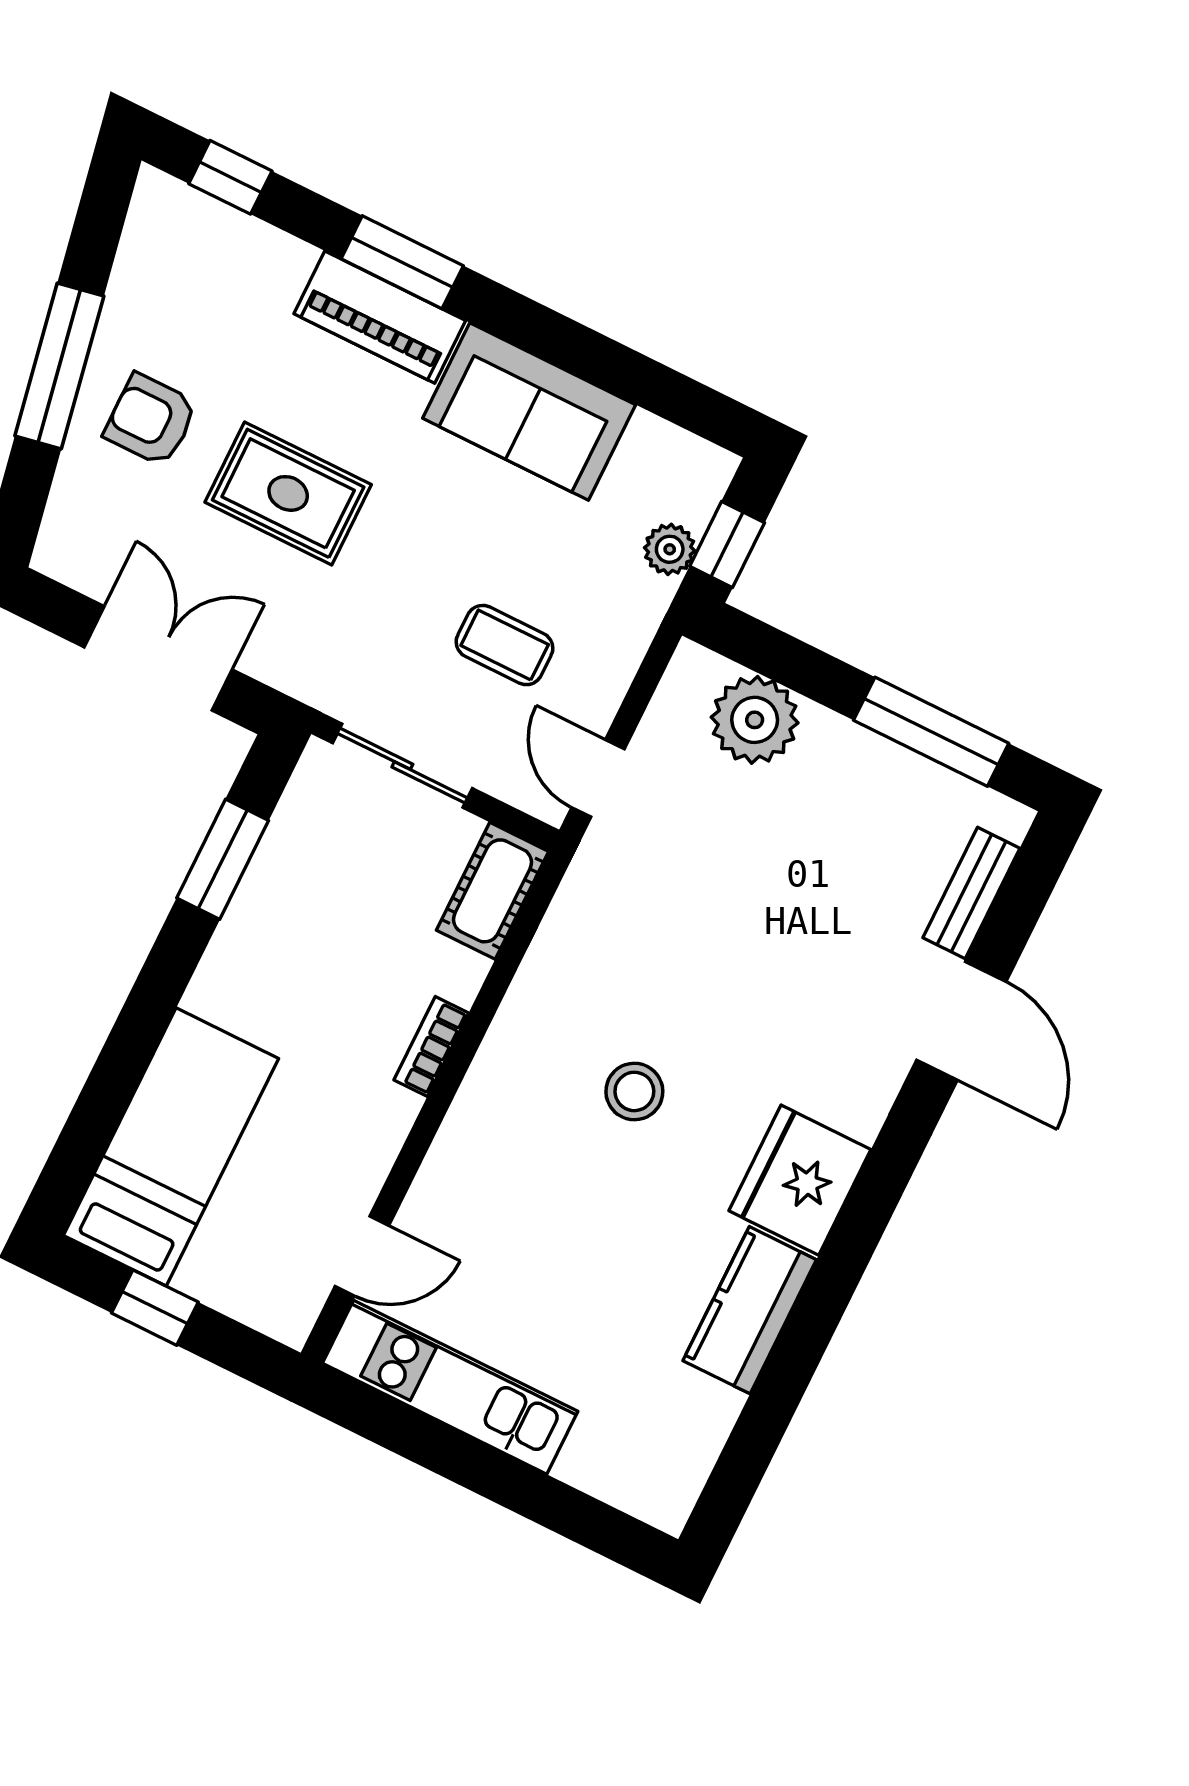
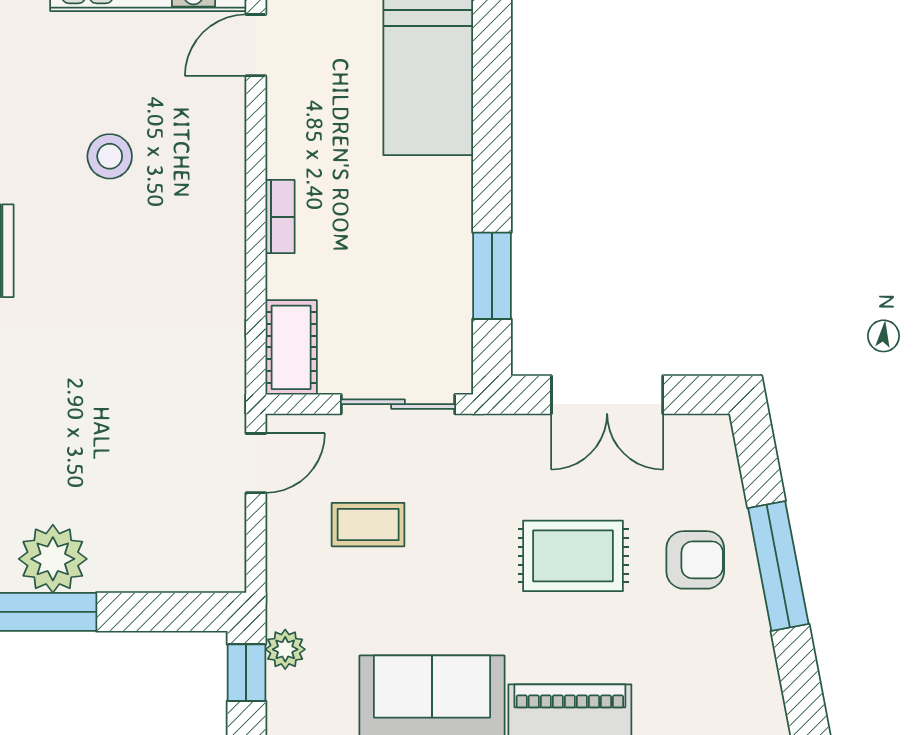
plant: (755, 720) -> (53, 559), moved
door: (598, 778) -> (256, 463), hinge flipped
stool: (634, 1091) -> (110, 156), moved

